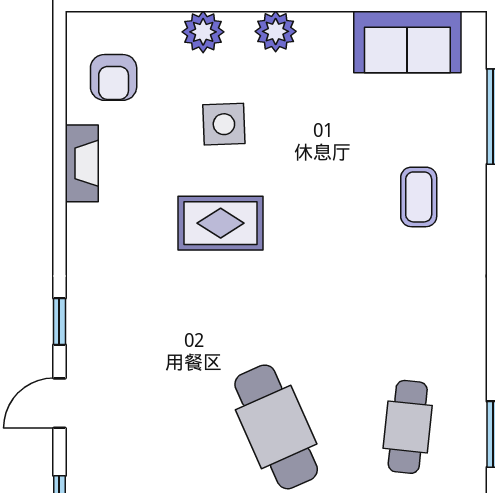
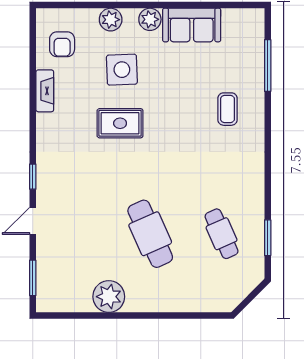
sofa: (407, 42) -> (192, 25), moved
side table: (224, 124) -> (122, 70), width x1.37, depth x1.37
cafe table: (408, 427) -> (222, 234), turned -30

